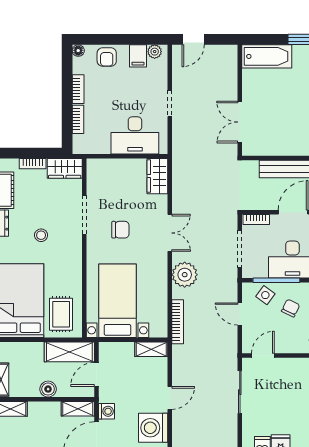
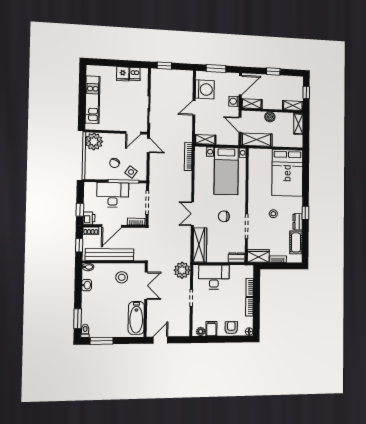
door: (193, 39) -> (160, 340), moved
bathtub: (267, 56) -> (136, 318), moved, turned -90
stool: (277, 135) -> (122, 277), added
dresser: (99, 166) -> (237, 258), added
wardrobe: (157, 176) -> (200, 245), width x1.50
plant: (185, 275) -> (182, 270), moved
rug: (61, 314) -> (261, 164), removed
door: (240, 314) -> (148, 145), moved
door: (96, 374) -> (240, 125), swing flipped

